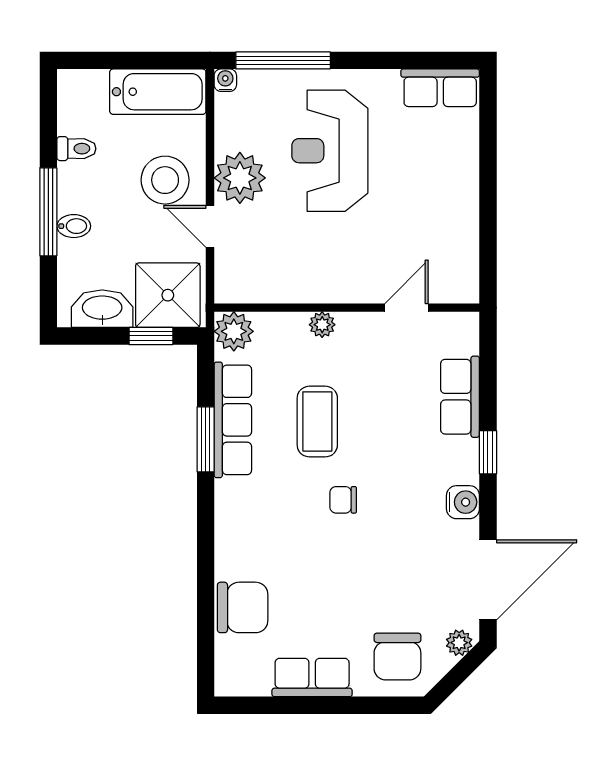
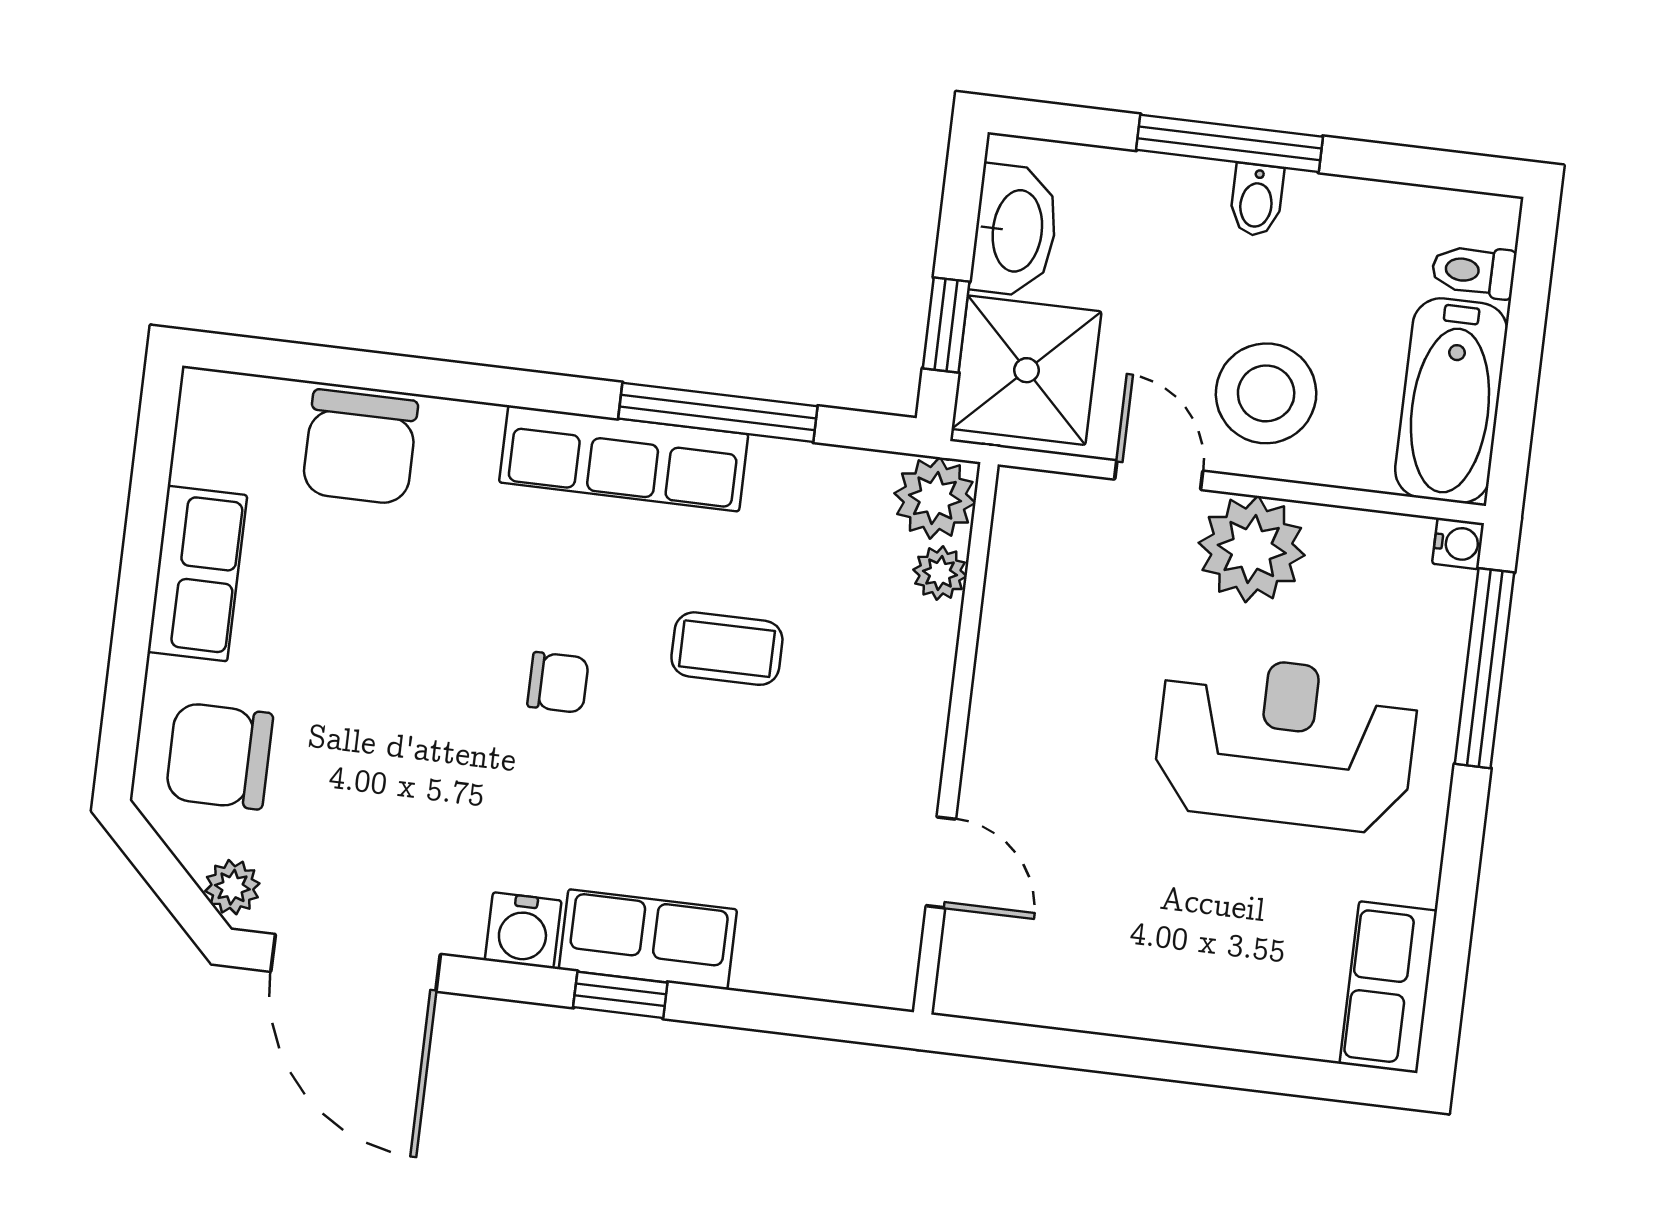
toilet: (76, 149) -> (1474, 271), moved, turned 90
bidet: (74, 226) -> (1257, 200), moved
door: (210, 226) -> (1159, 475), hinge flipped
plant: (322, 325) -> (940, 573), moved
row of seats: (460, 397) -> (648, 939), moved
row of seats: (233, 420) -> (624, 458), moved
coffee table: (317, 422) -> (727, 649), width x0.73, depth x0.77
window: (206, 439) -> (718, 412), width x1.44
chair: (343, 500) -> (558, 682), turned 90

